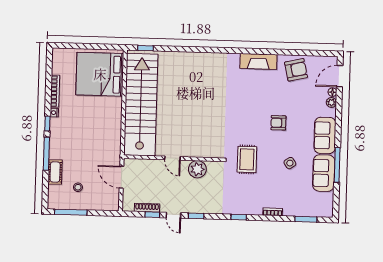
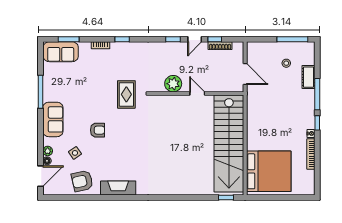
side table: (290, 163) -> (75, 153), moved
sofa: (324, 173) -> (61, 52), moved, turned 90
door: (173, 215) -> (195, 39), swing flipped
window: (239, 217) -> (122, 39), moved

